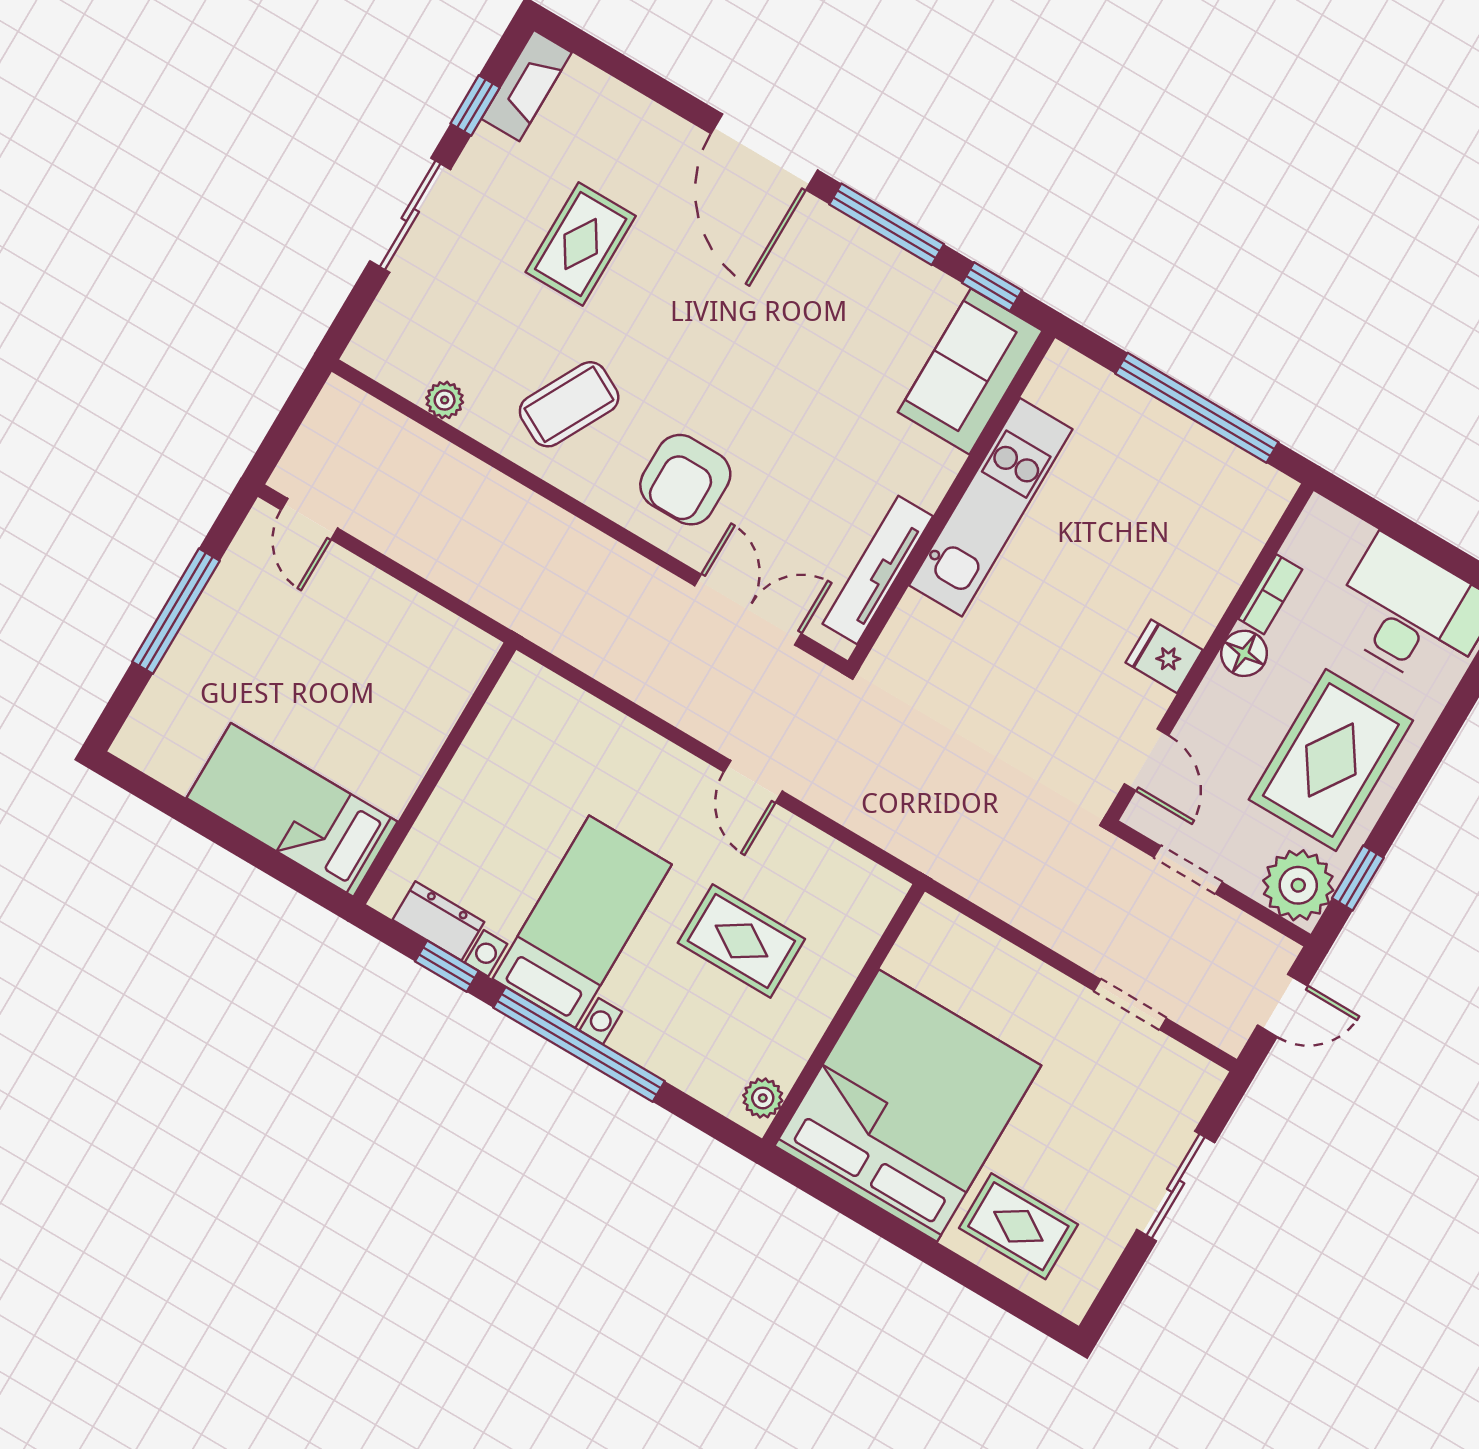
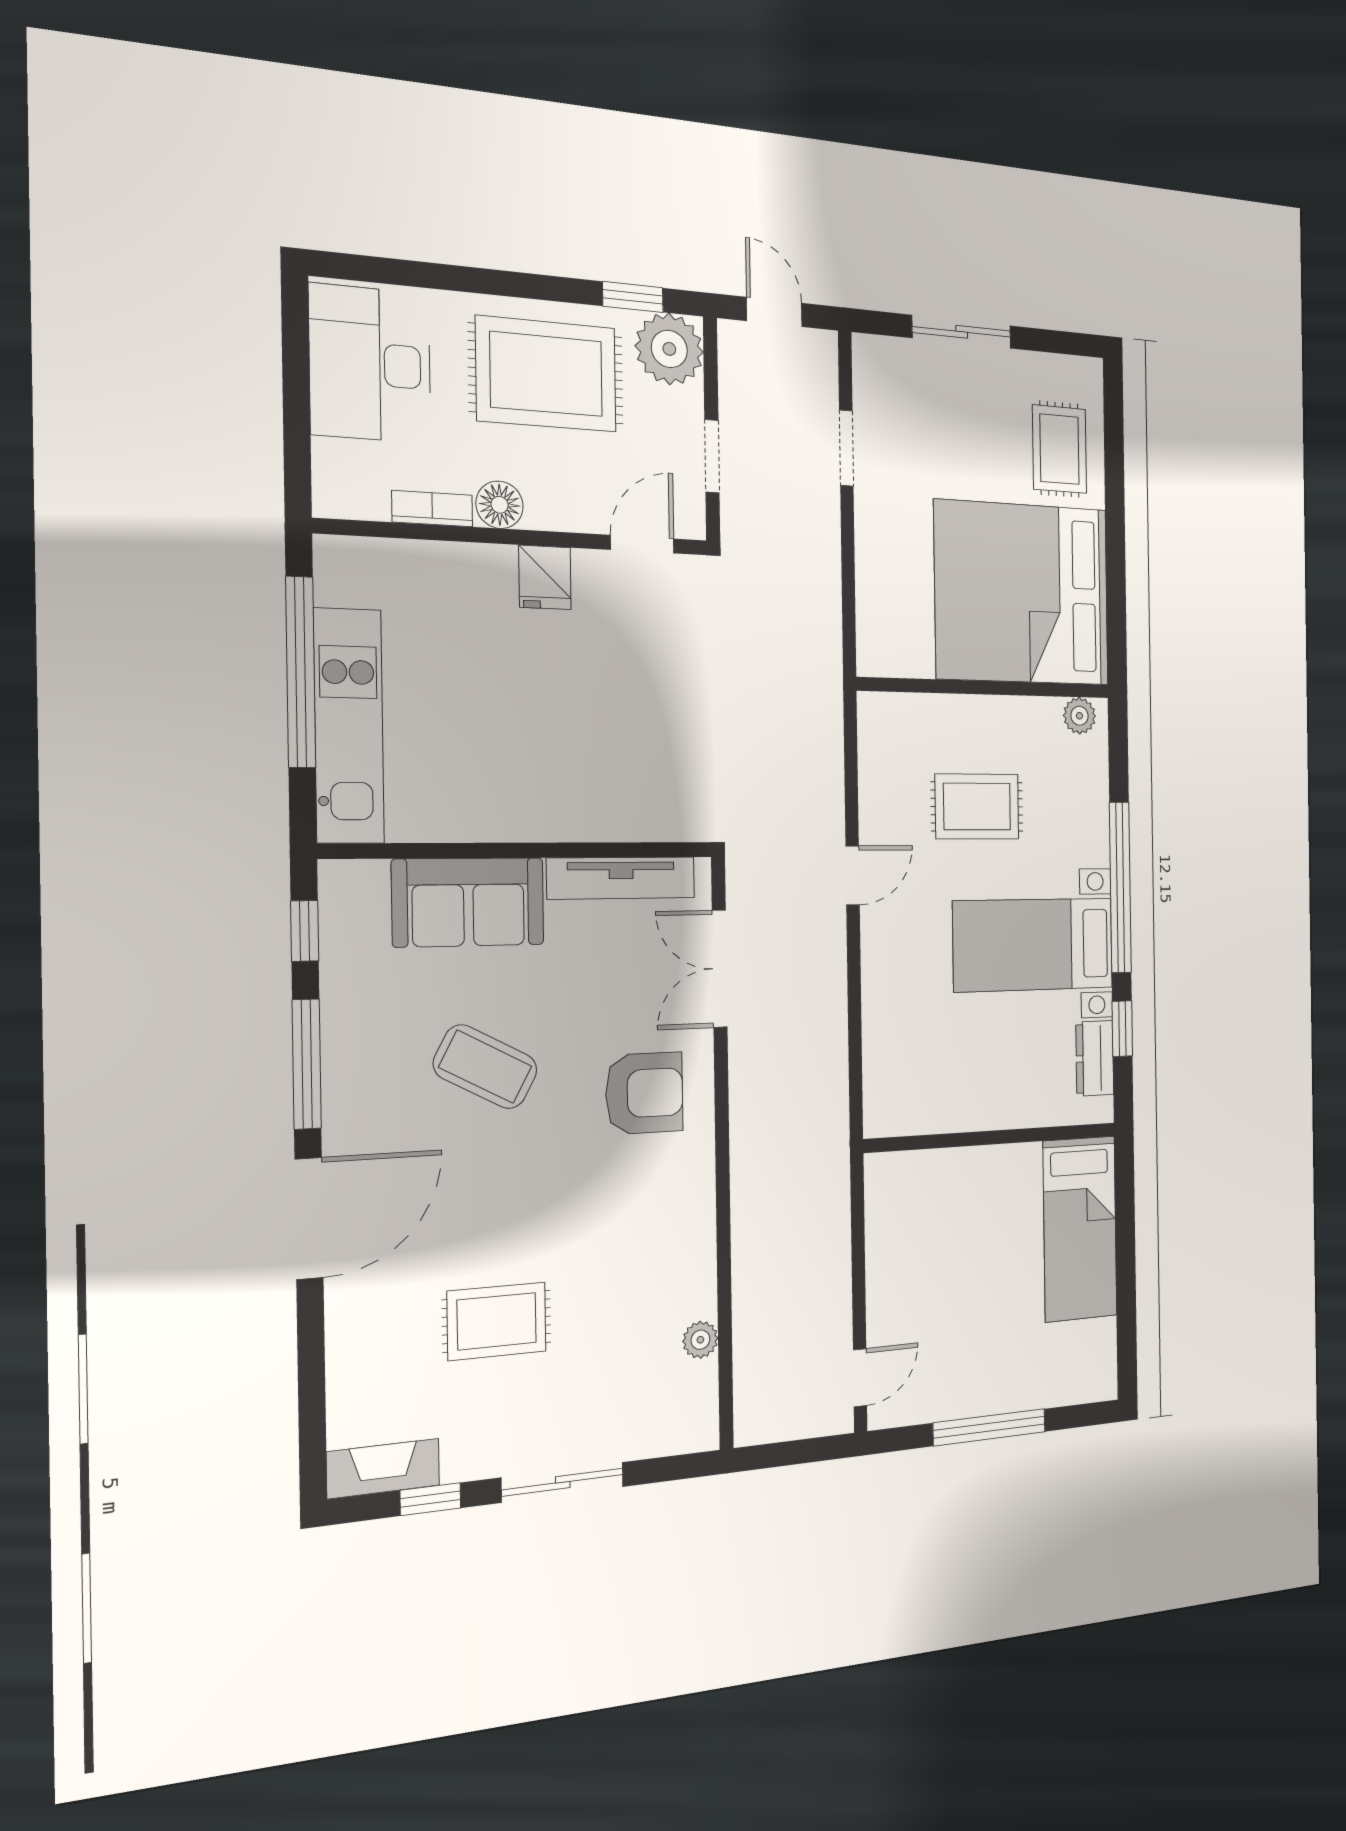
sofa: (970, 371) -> (468, 902), moved
coffee table: (569, 404) -> (485, 1067), moved
kitchen unit: (991, 507) -> (349, 726), moved, turned 90
rug: (741, 941) -> (977, 807), turned 90

